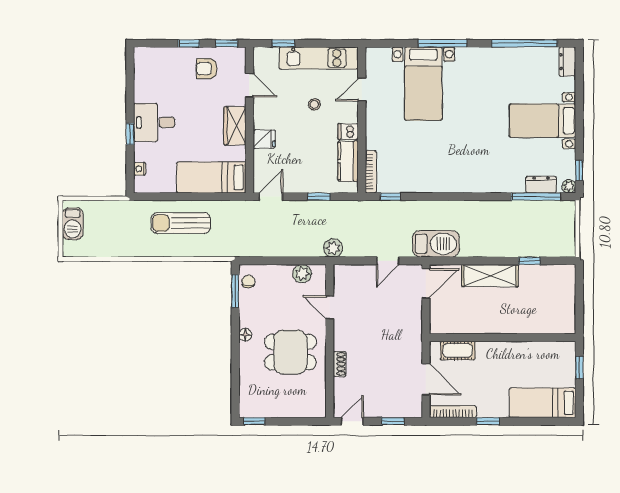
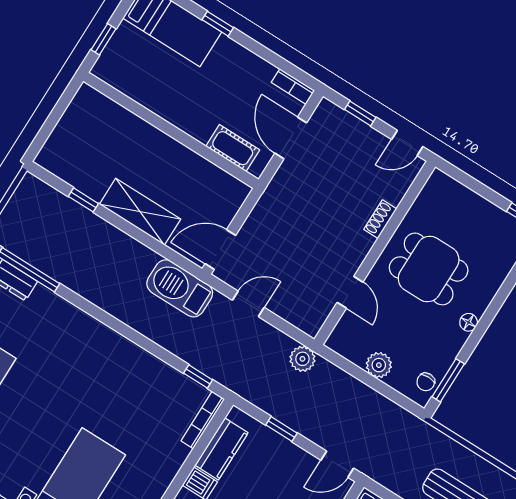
plant: (302, 274) -> (379, 365), moved
bookcase: (453, 412) -> (293, 86), width x0.64
window: (488, 421) -> (218, 24), moved

